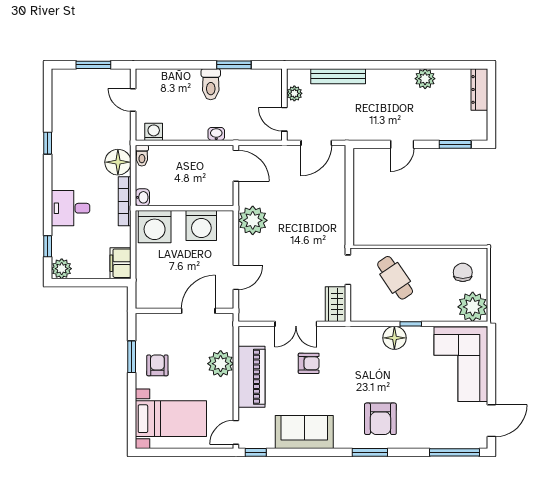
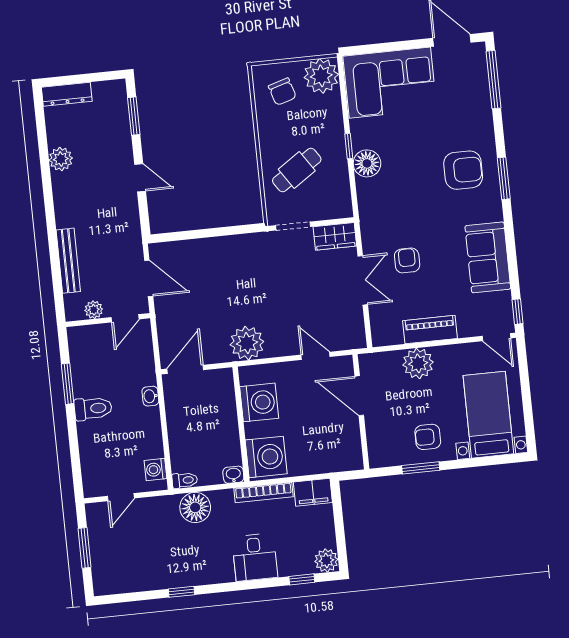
bookcase: (125, 201) -> (264, 493), moved
chair: (463, 272) -> (282, 92), turned -107
piano: (251, 377) -> (430, 330), width x0.73, depth x0.75

